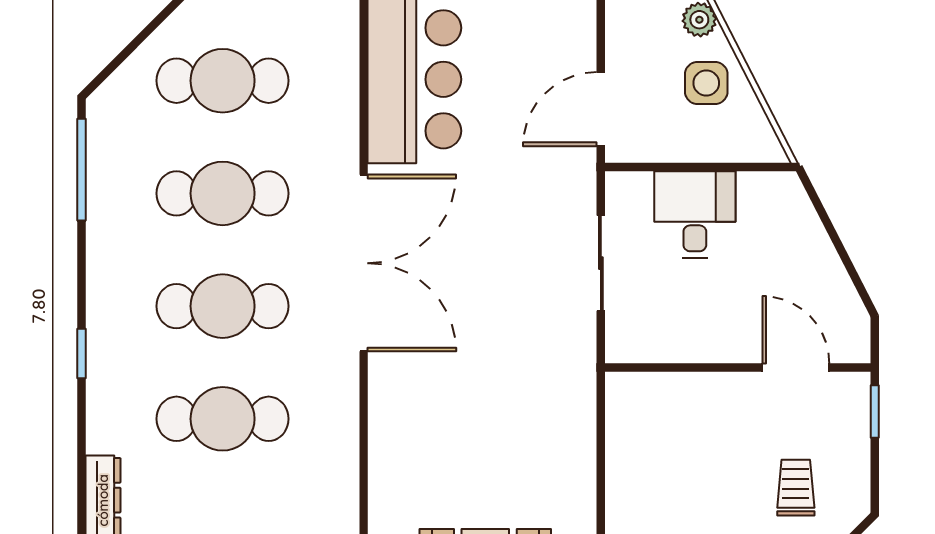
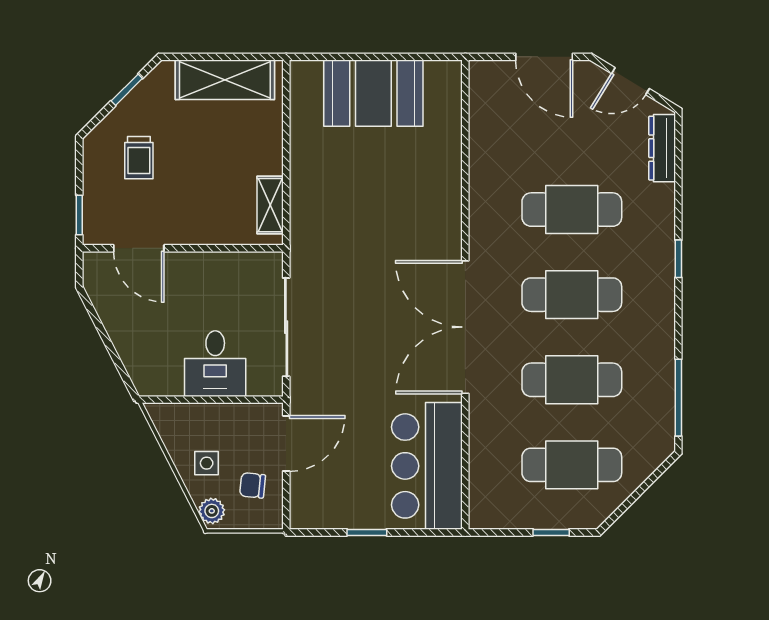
chair: (645, 54) -> (253, 485), added
side table: (706, 83) -> (207, 463), width x0.73, depth x0.73
sliding door: (601, 263) -> (286, 327), width x1.37
shelving: (622, 425) -> (270, 205), added

